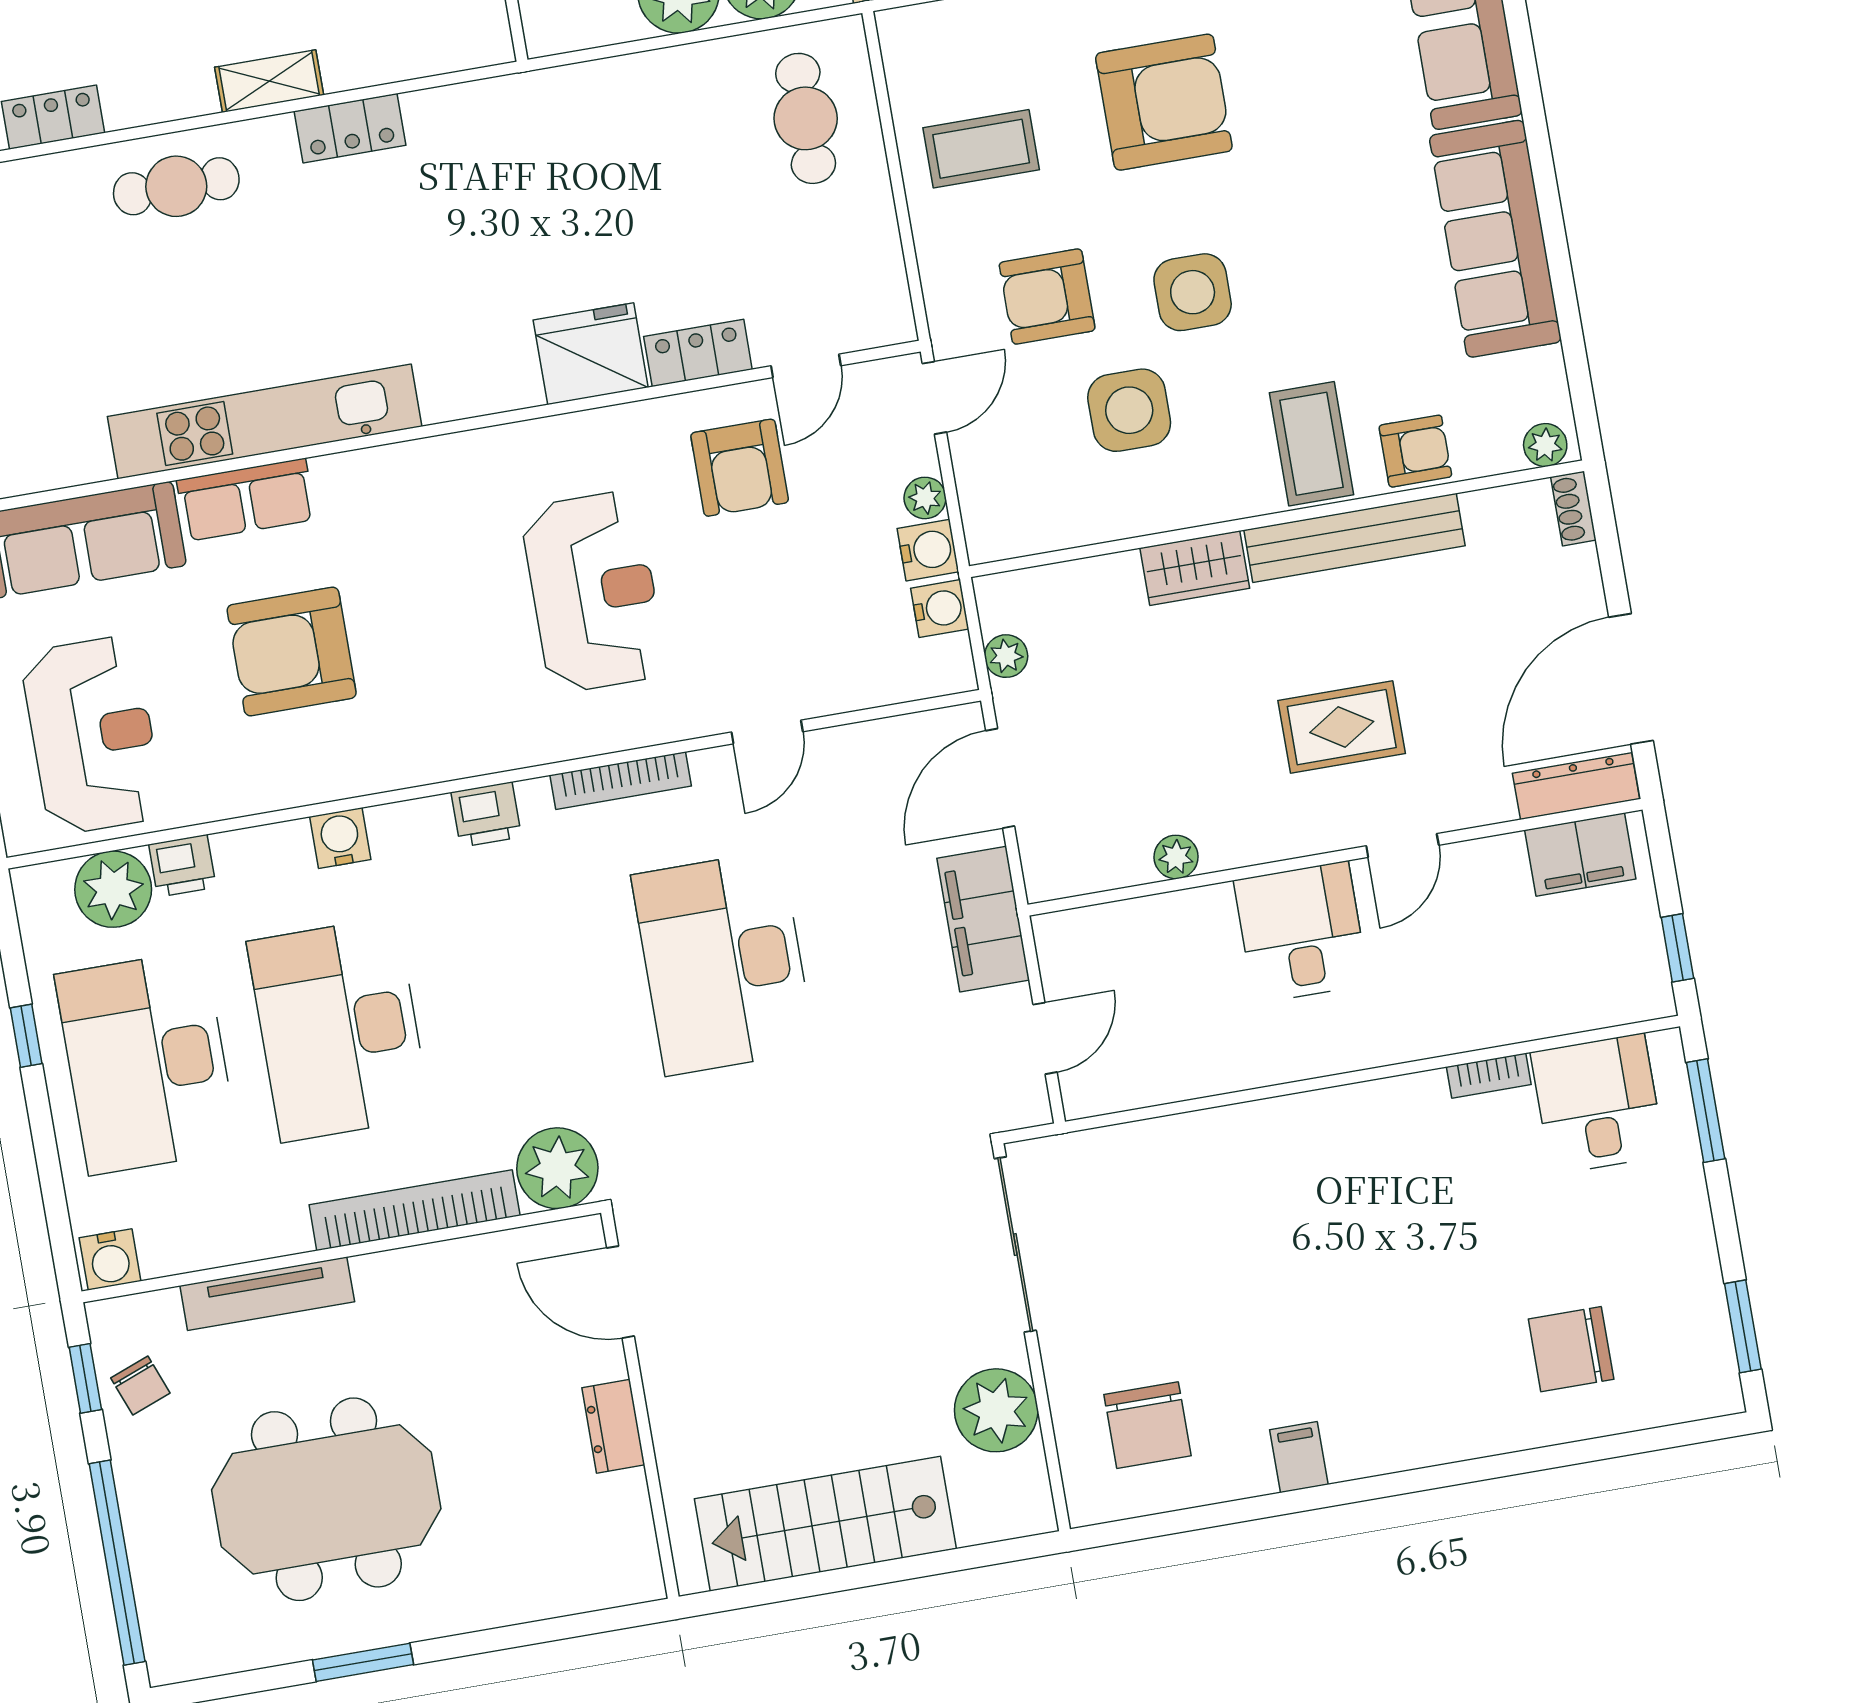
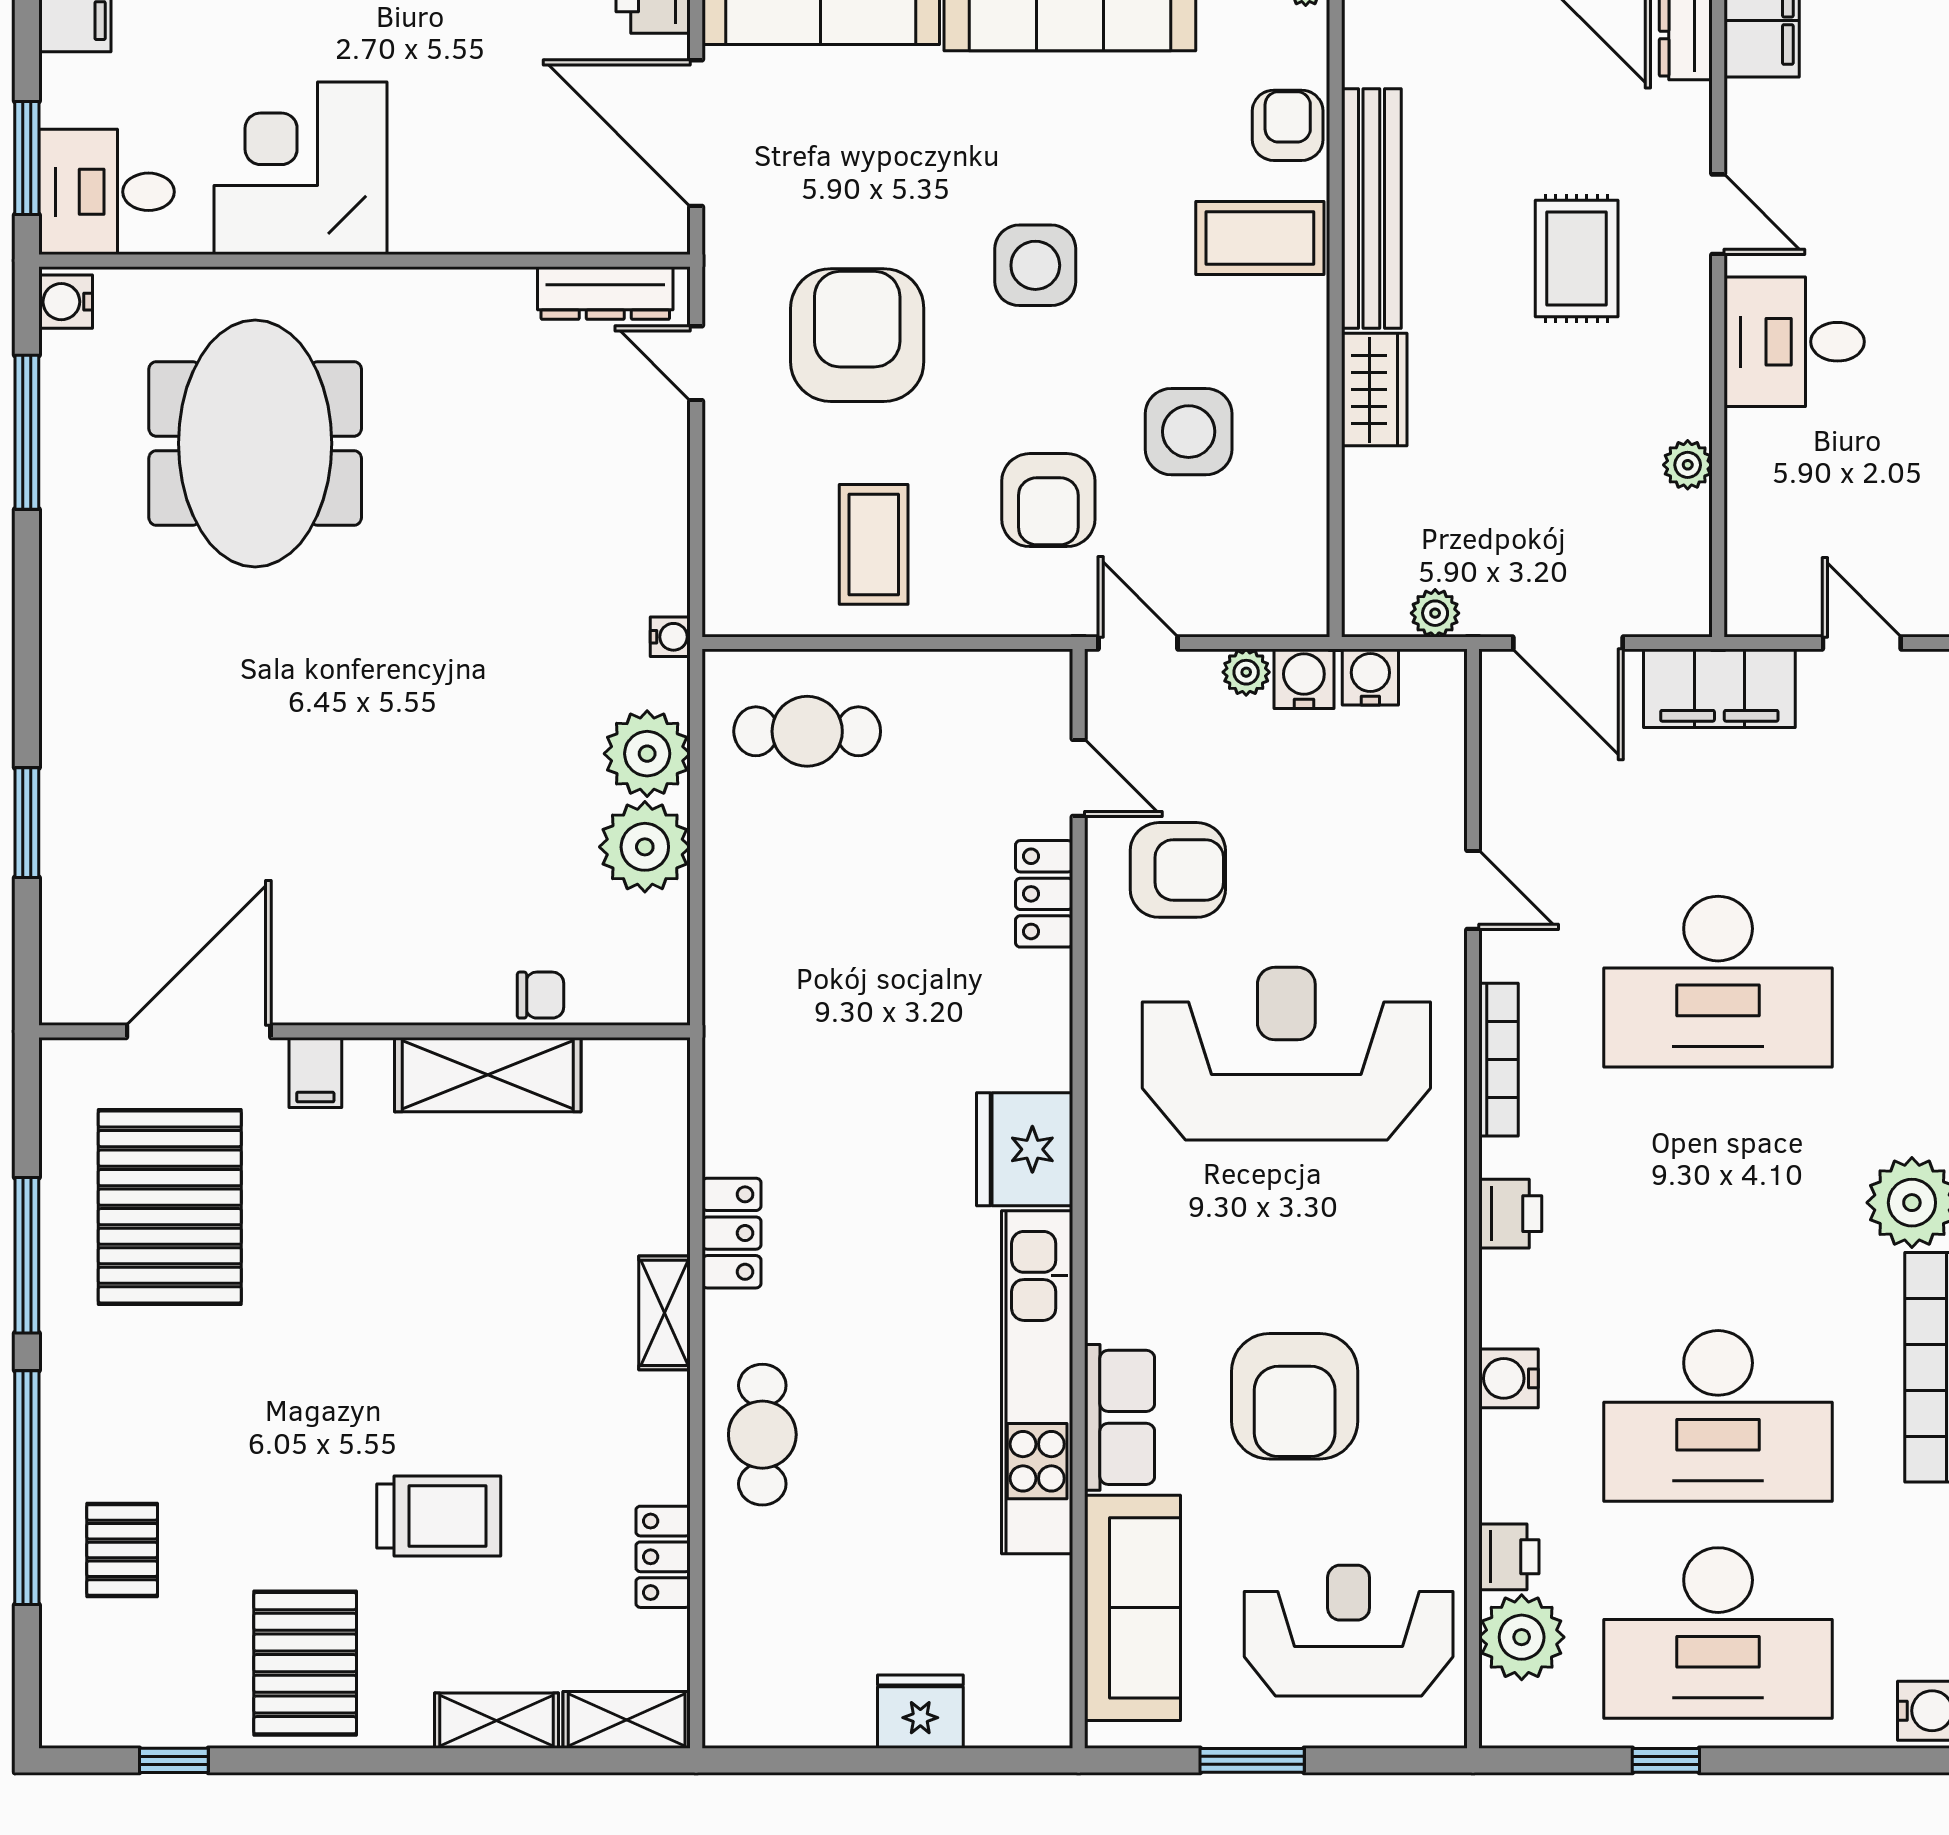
side table: (1193, 292) -> (1035, 265), moved
fridge: (591, 354) -> (1025, 1149), moved
reception desk: (594, 592) -> (1286, 1054), width x1.36, depth x1.30

